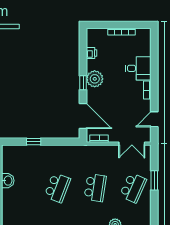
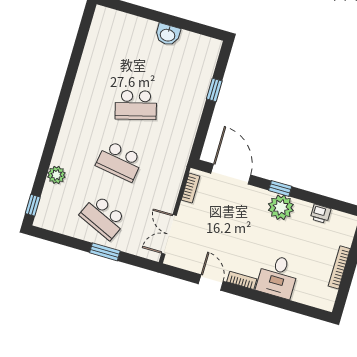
door: (83, 116) -> (231, 174), swing flipped
door: (154, 119) -> (211, 283), moved
school desk: (57, 188) -> (136, 105), turned -36

